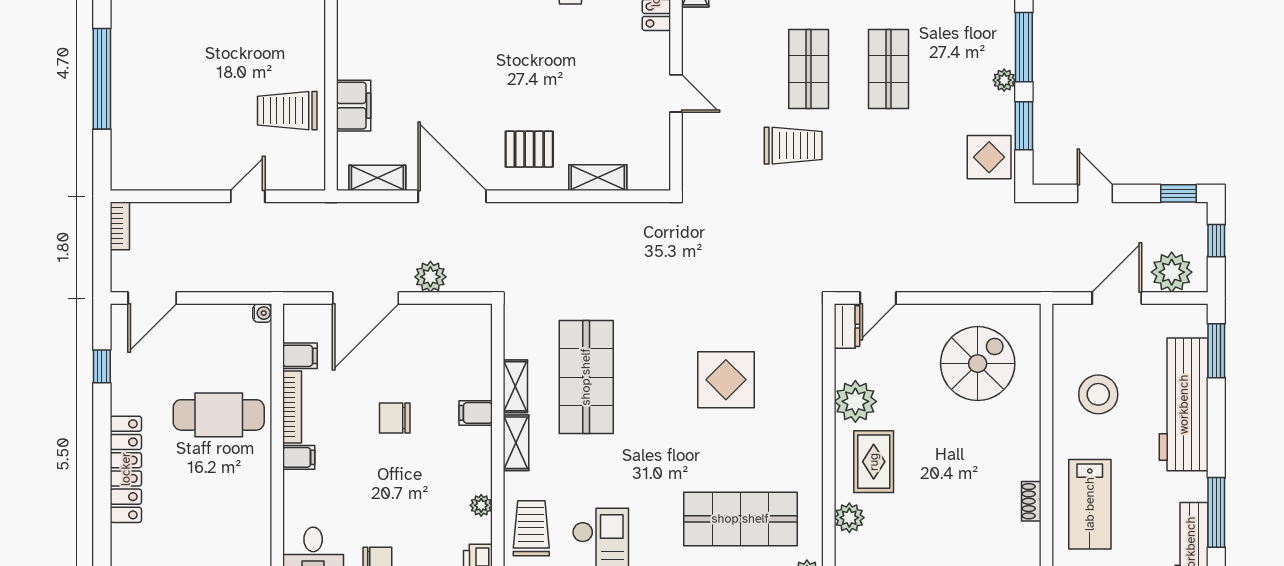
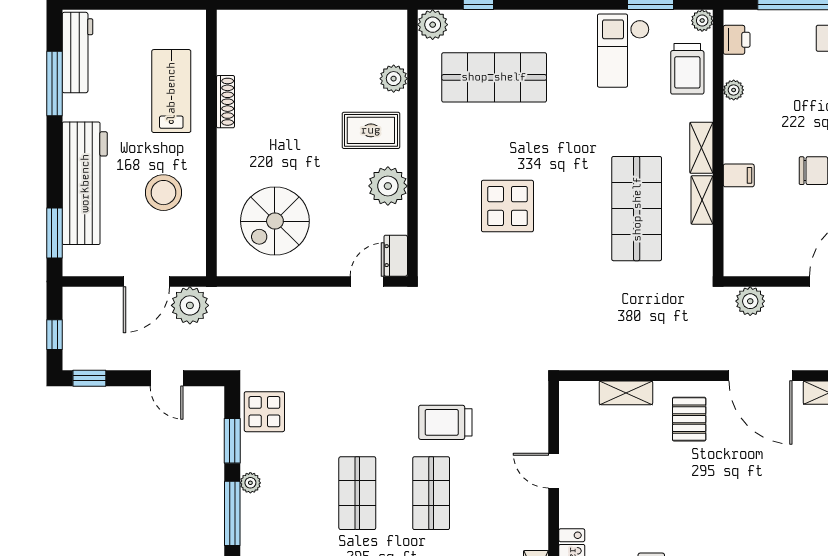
pallet: (529, 149) -> (689, 419), turned 90
plant: (1172, 272) -> (190, 305), moved
plant: (430, 277) -> (750, 301), moved
rug: (874, 462) -> (371, 130), turned 90
shoe rack: (1031, 501) -> (225, 102), width x1.43

